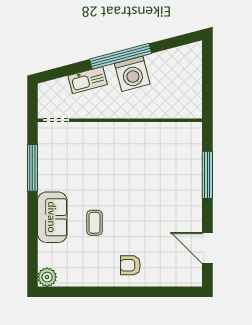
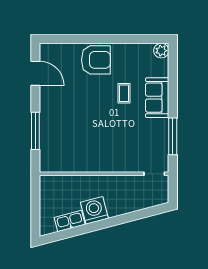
window: (121, 56) -> (104, 224), removed
kitchen sink: (88, 80) -> (70, 221), moved
armchair: (130, 265) -> (96, 60), width x1.88, depth x1.88

